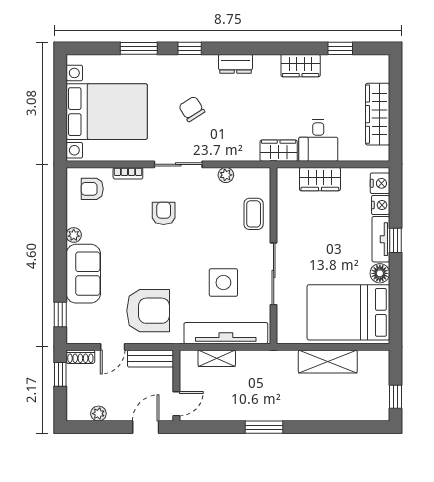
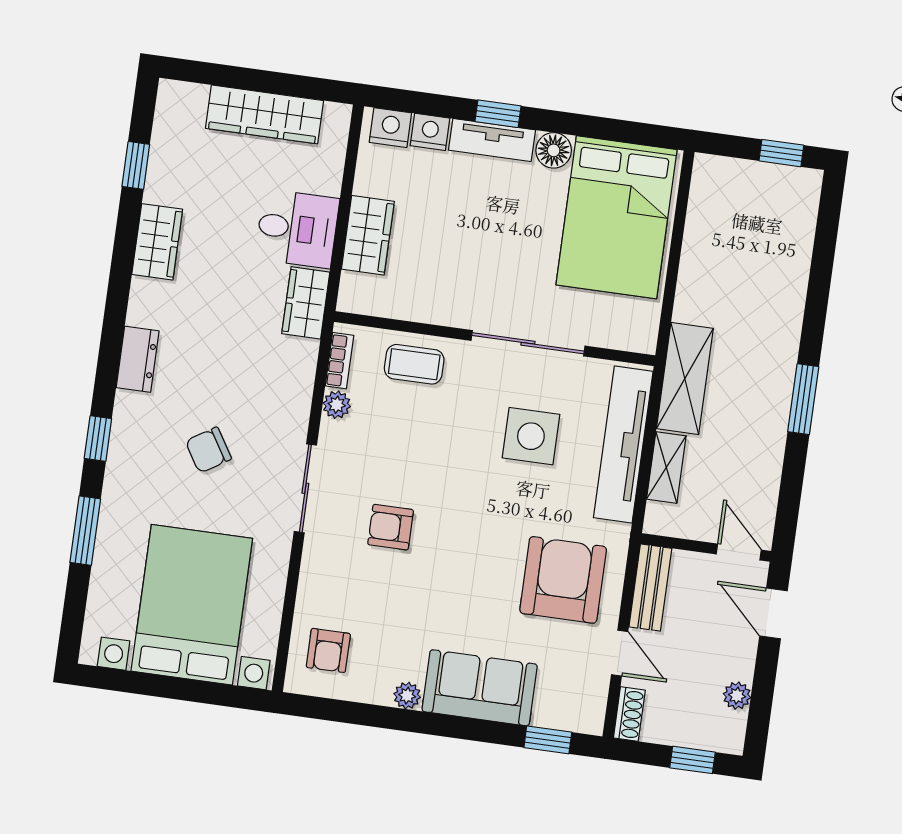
bookcase: (128, 173) -> (339, 361), moved
shelving: (328, 361) -> (685, 379), moved
window: (60, 374) -> (692, 760), moved

